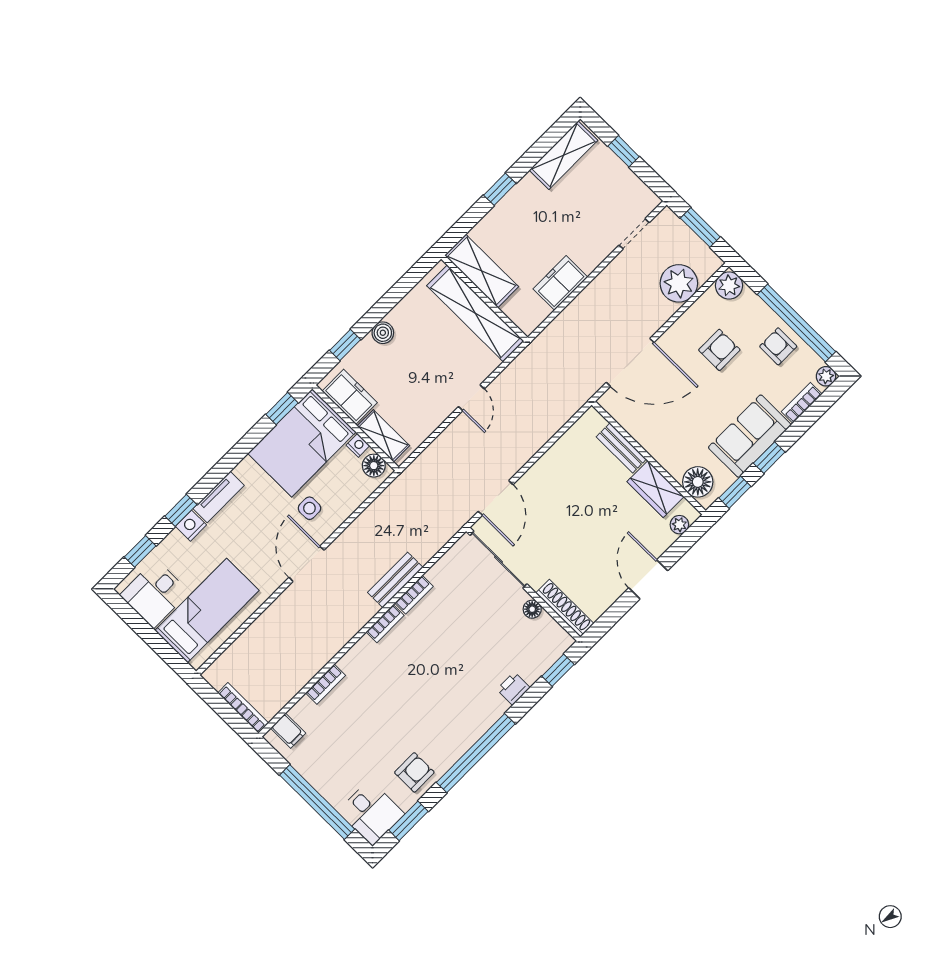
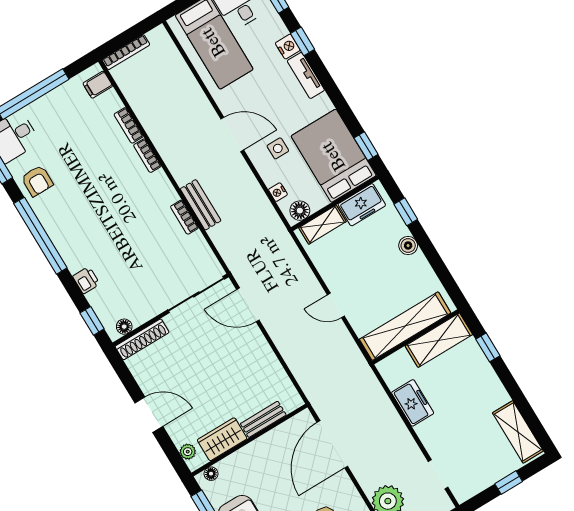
window: (500, 189) -> (488, 347), moved
nightstand: (358, 445) -> (278, 192), moved, turned 90
floor lamp: (698, 482) -> (211, 474), width x0.53, depth x0.53
floor lamp: (532, 609) -> (124, 327), moved
bookcase: (385, 624) -> (147, 156), moved

